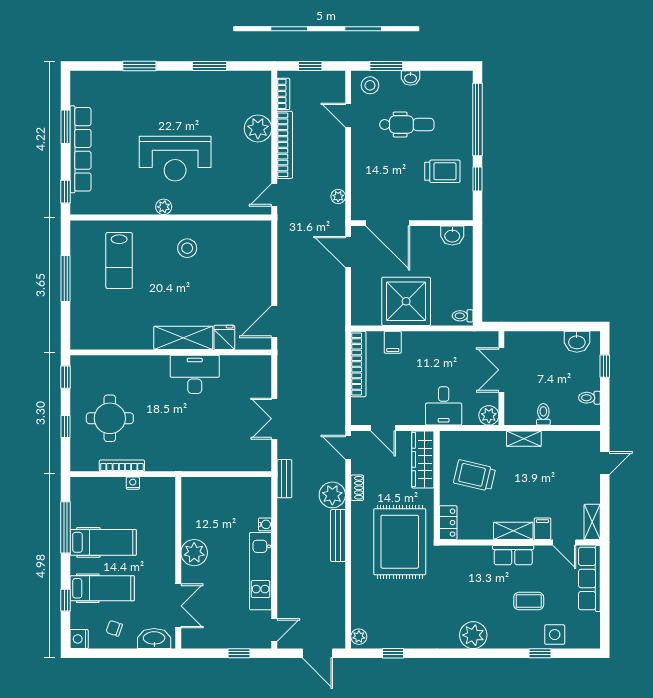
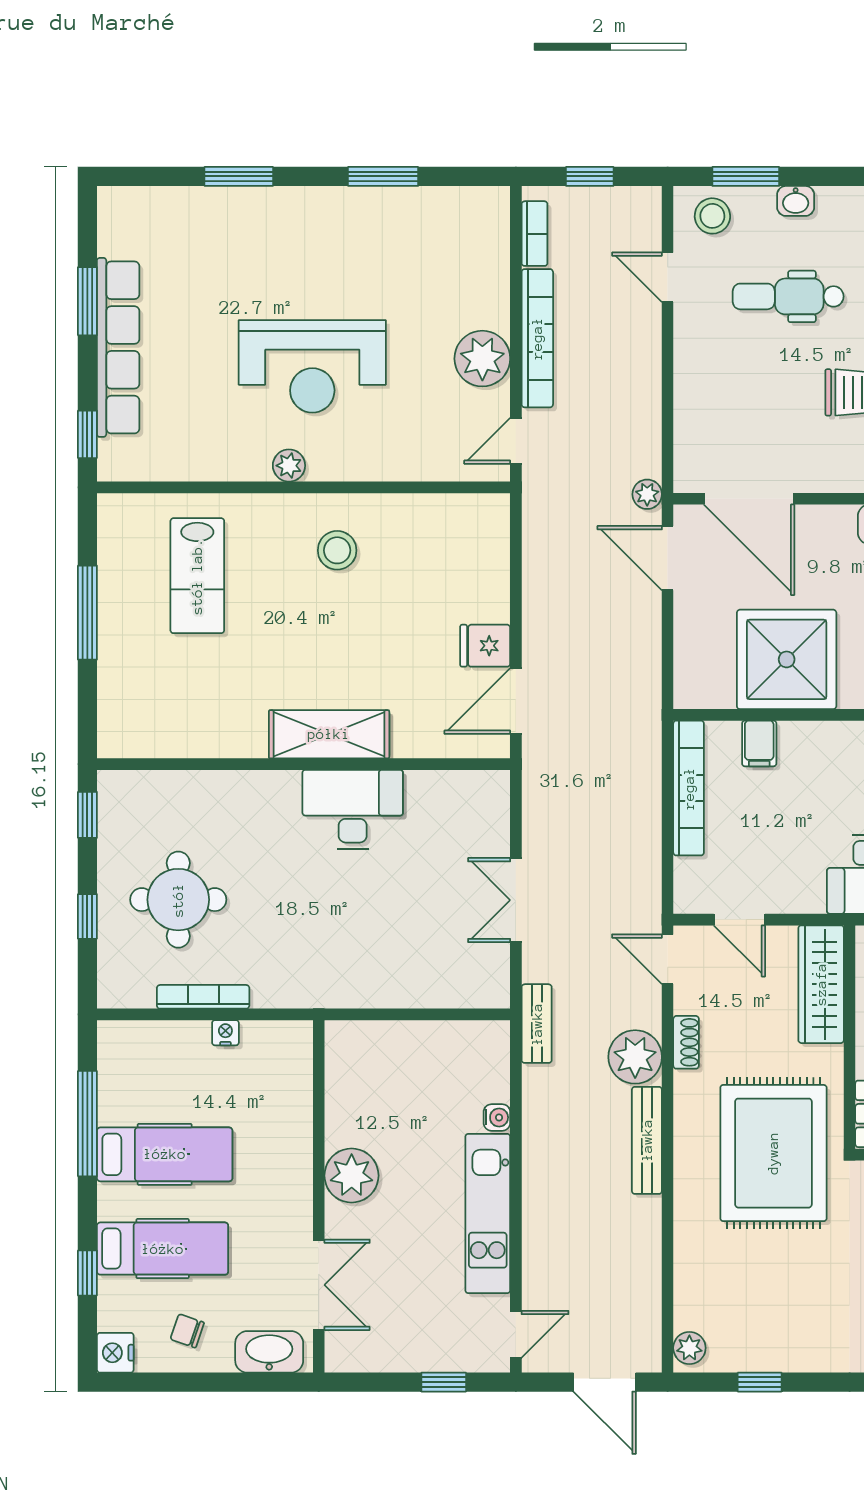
dental chair: (407, 125) -> (788, 296), turned 180
plant: (258, 129) -> (482, 359), moved
plant: (338, 196) -> (647, 494), moved
fridge: (224, 337) -> (485, 646), moved, turned -90

